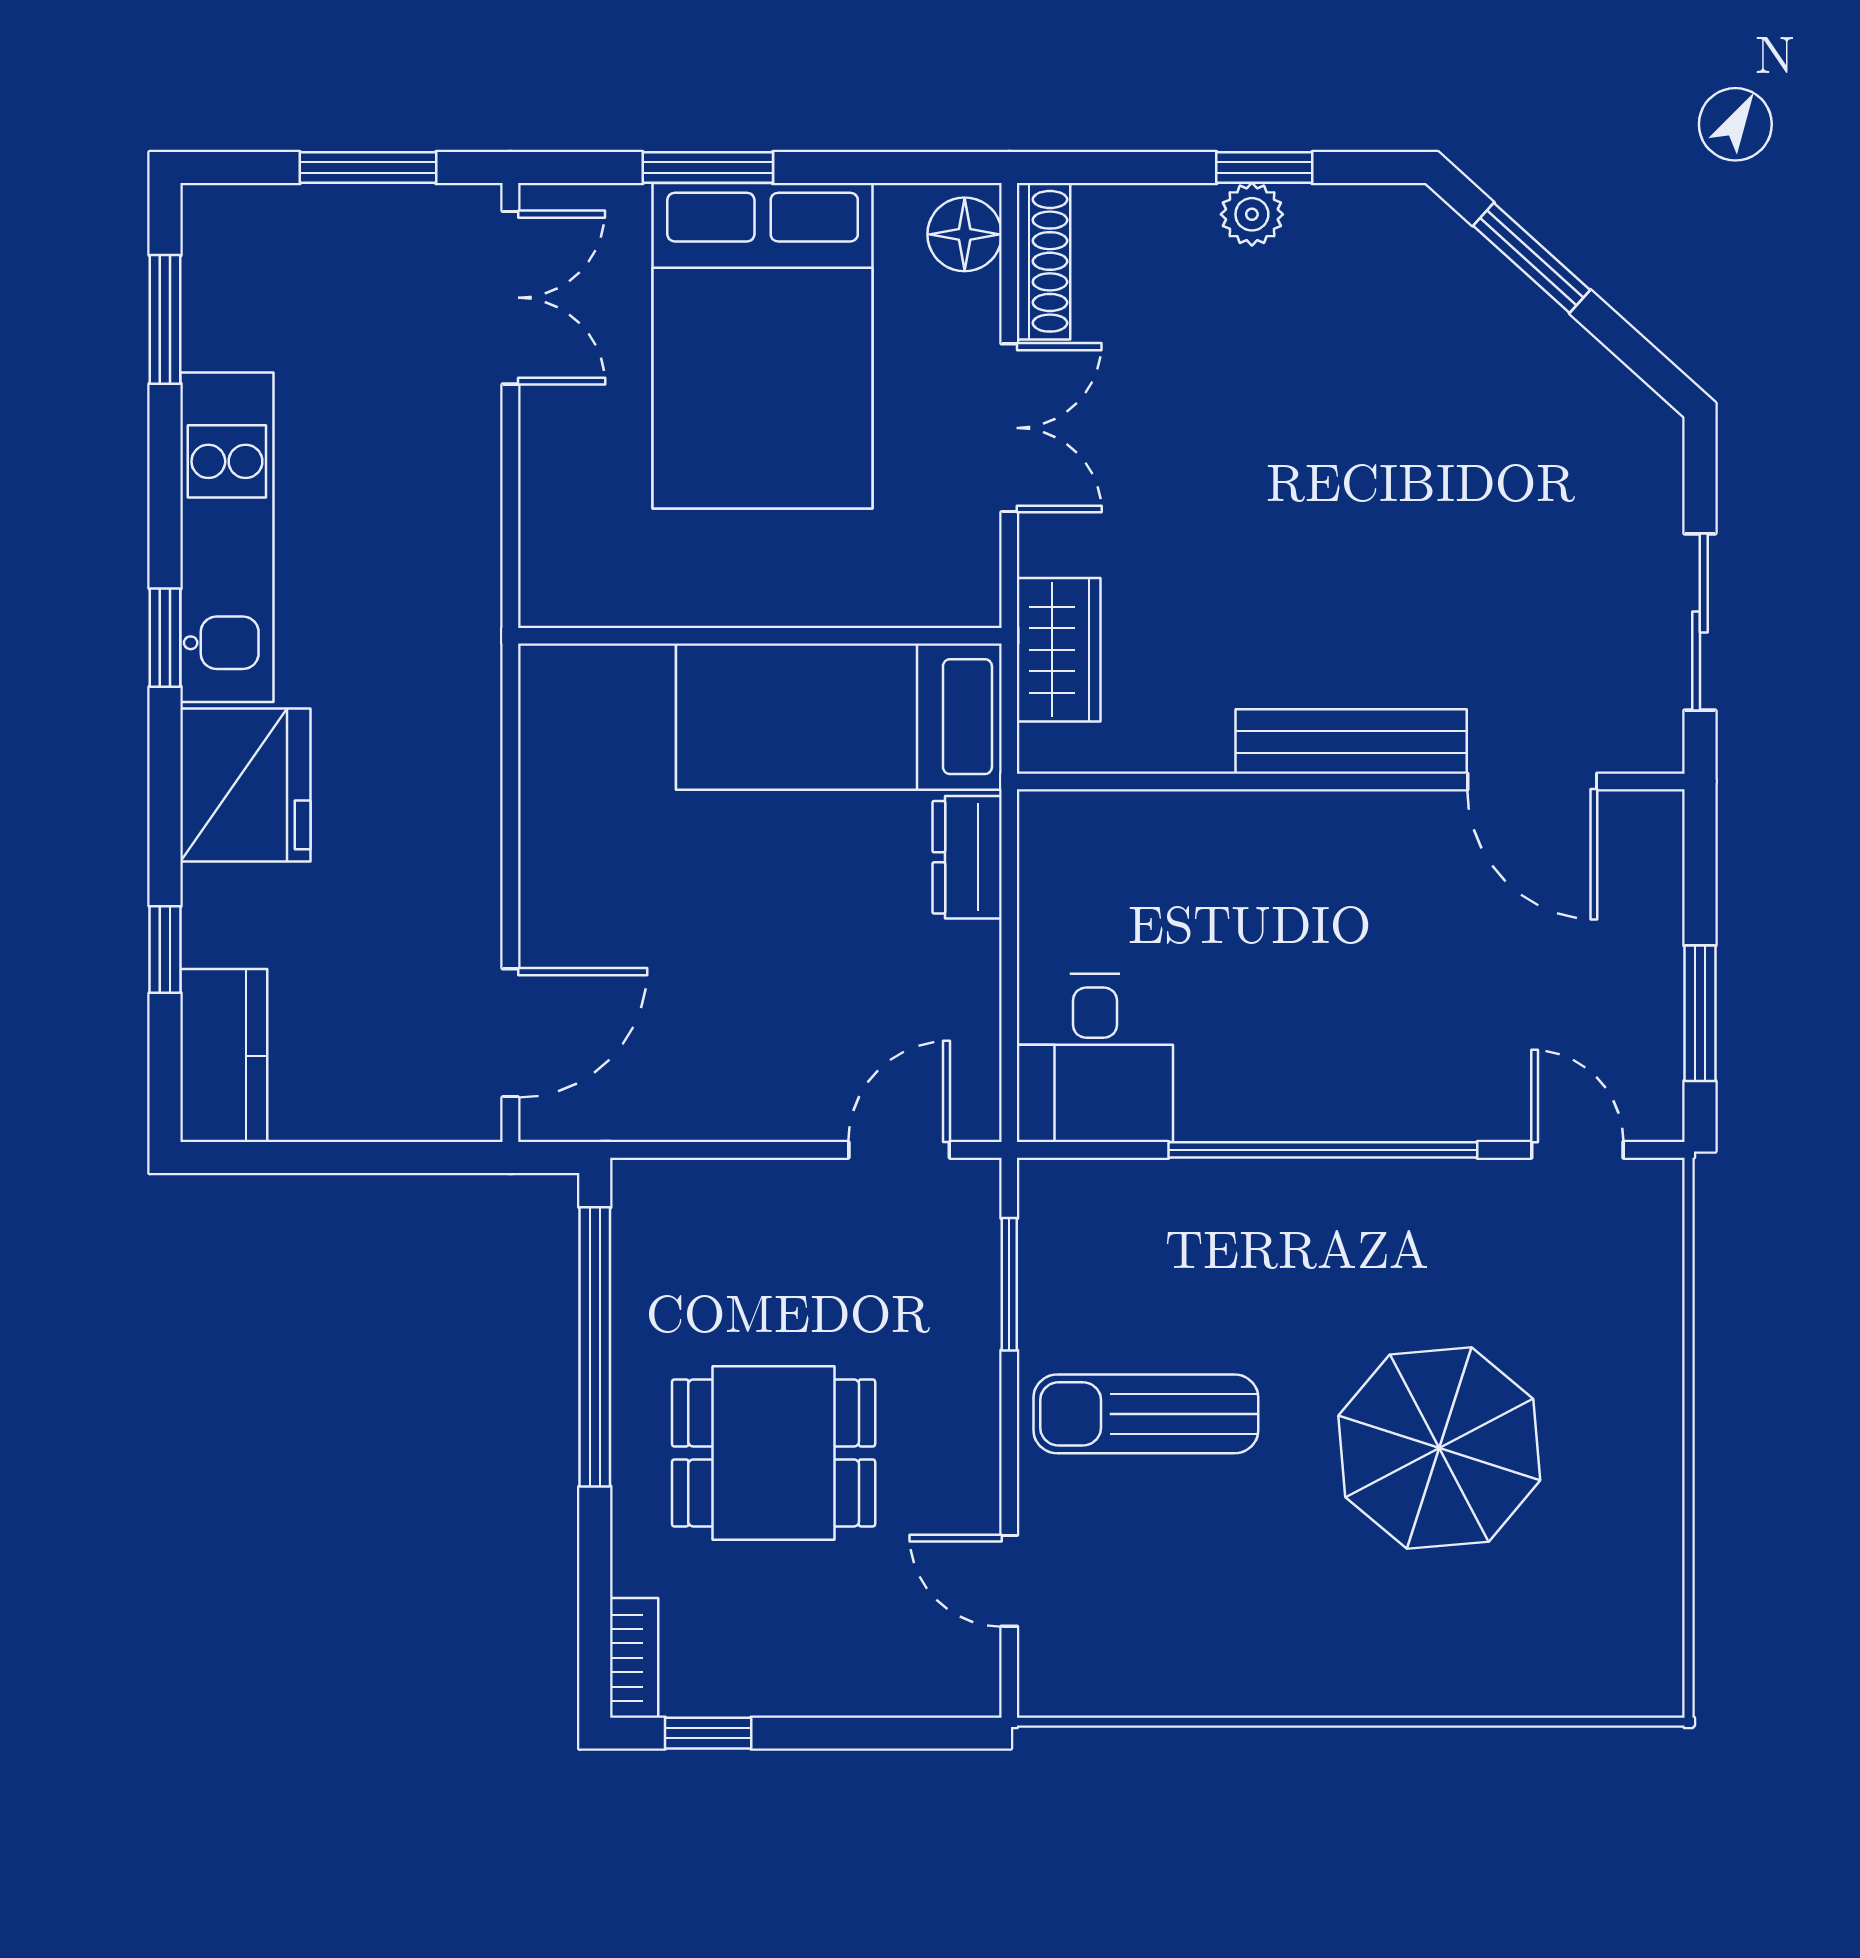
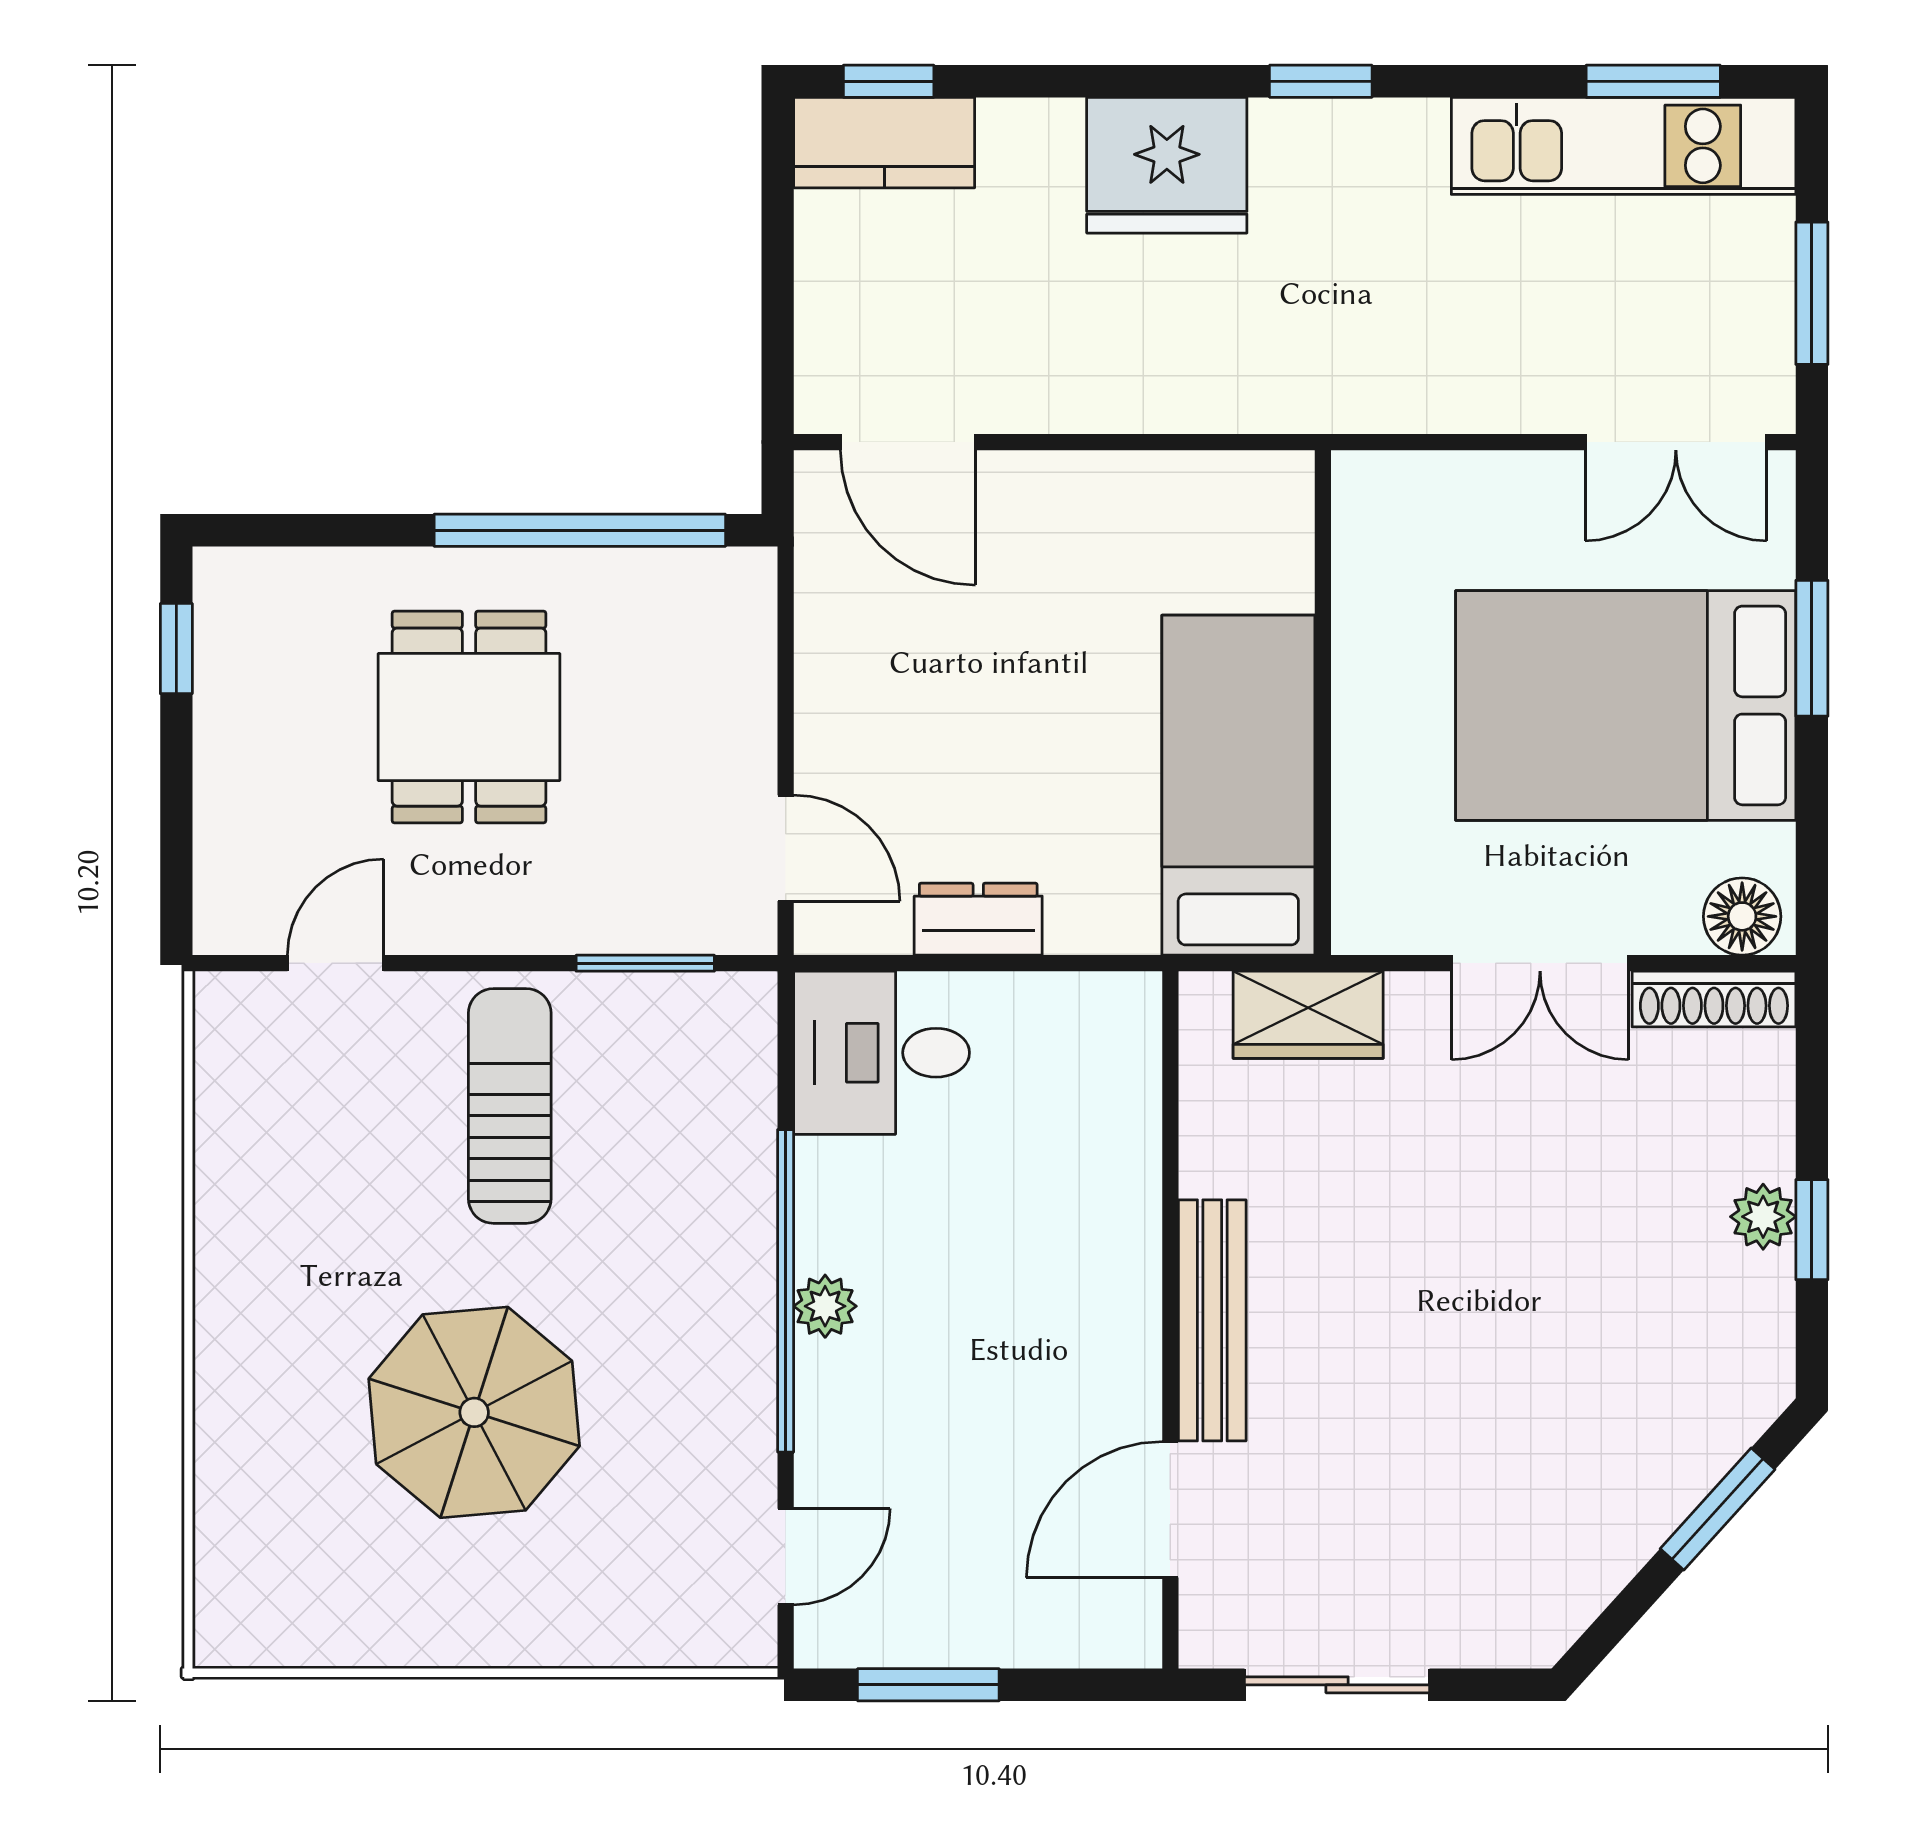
kitchen unit: (227, 537) -> (1624, 146), moved
dresser: (967, 857) -> (978, 919), moved
window: (165, 949) -> (889, 81), moved
plant: (1338, 1112) -> (825, 1306), added
bookcase: (634, 1658) -> (255, 571), removed

